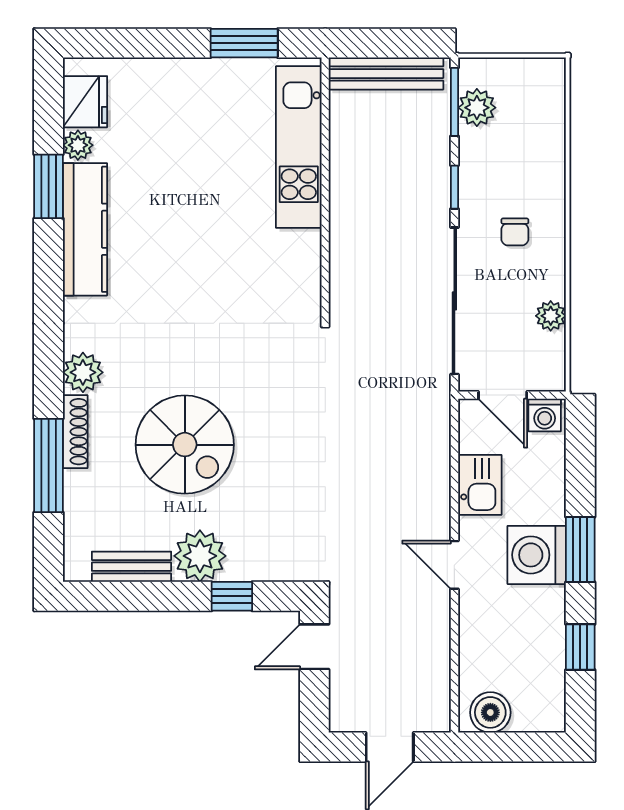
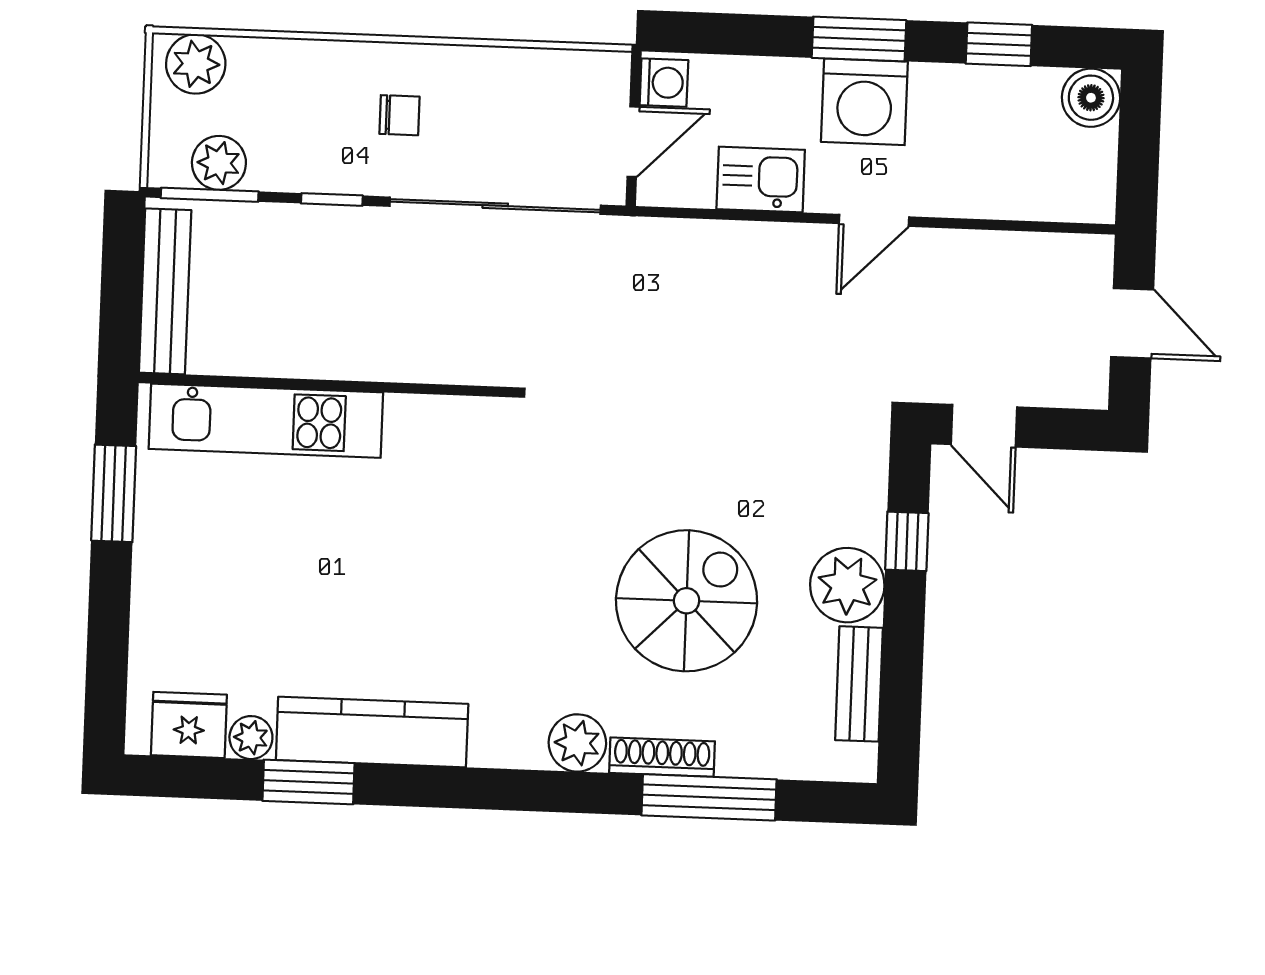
plant: (551, 316) -> (196, 64), moved, width x1.38, depth x1.38
boiler: (490, 712) -> (1091, 98), moved

